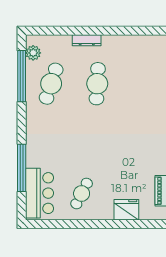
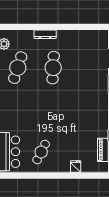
fridge: (126, 210) -> (76, 167), width x0.53, depth x0.75

